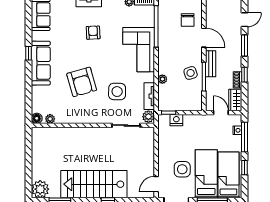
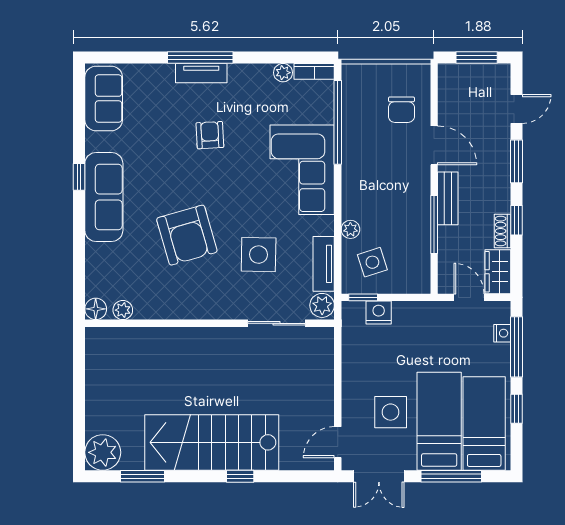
side table: (191, 73) -> (372, 262), moved

